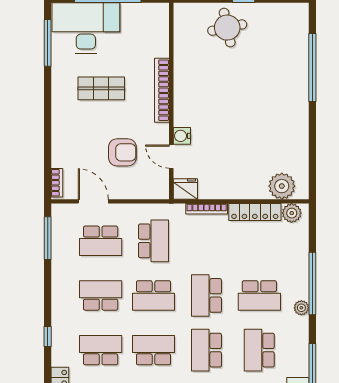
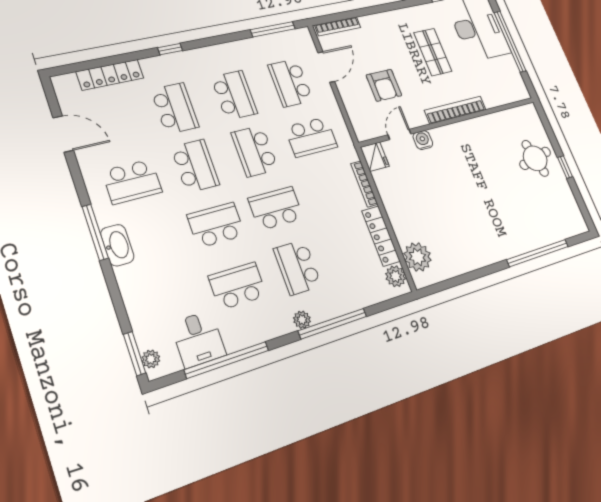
bookcase: (57, 183) -> (338, 26), width x1.56

